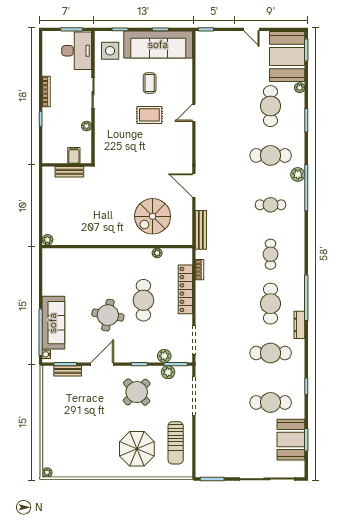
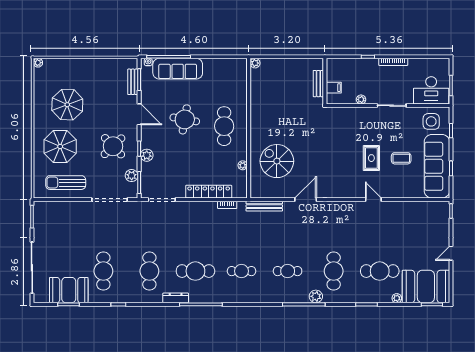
cafe table: (271, 205) -> (288, 271), turned 90
cafe table: (143, 300) -> (224, 126), moved, turned 90
plant: (164, 356) -> (147, 155), moved
parasol: (92, 441) -> (67, 105), added

